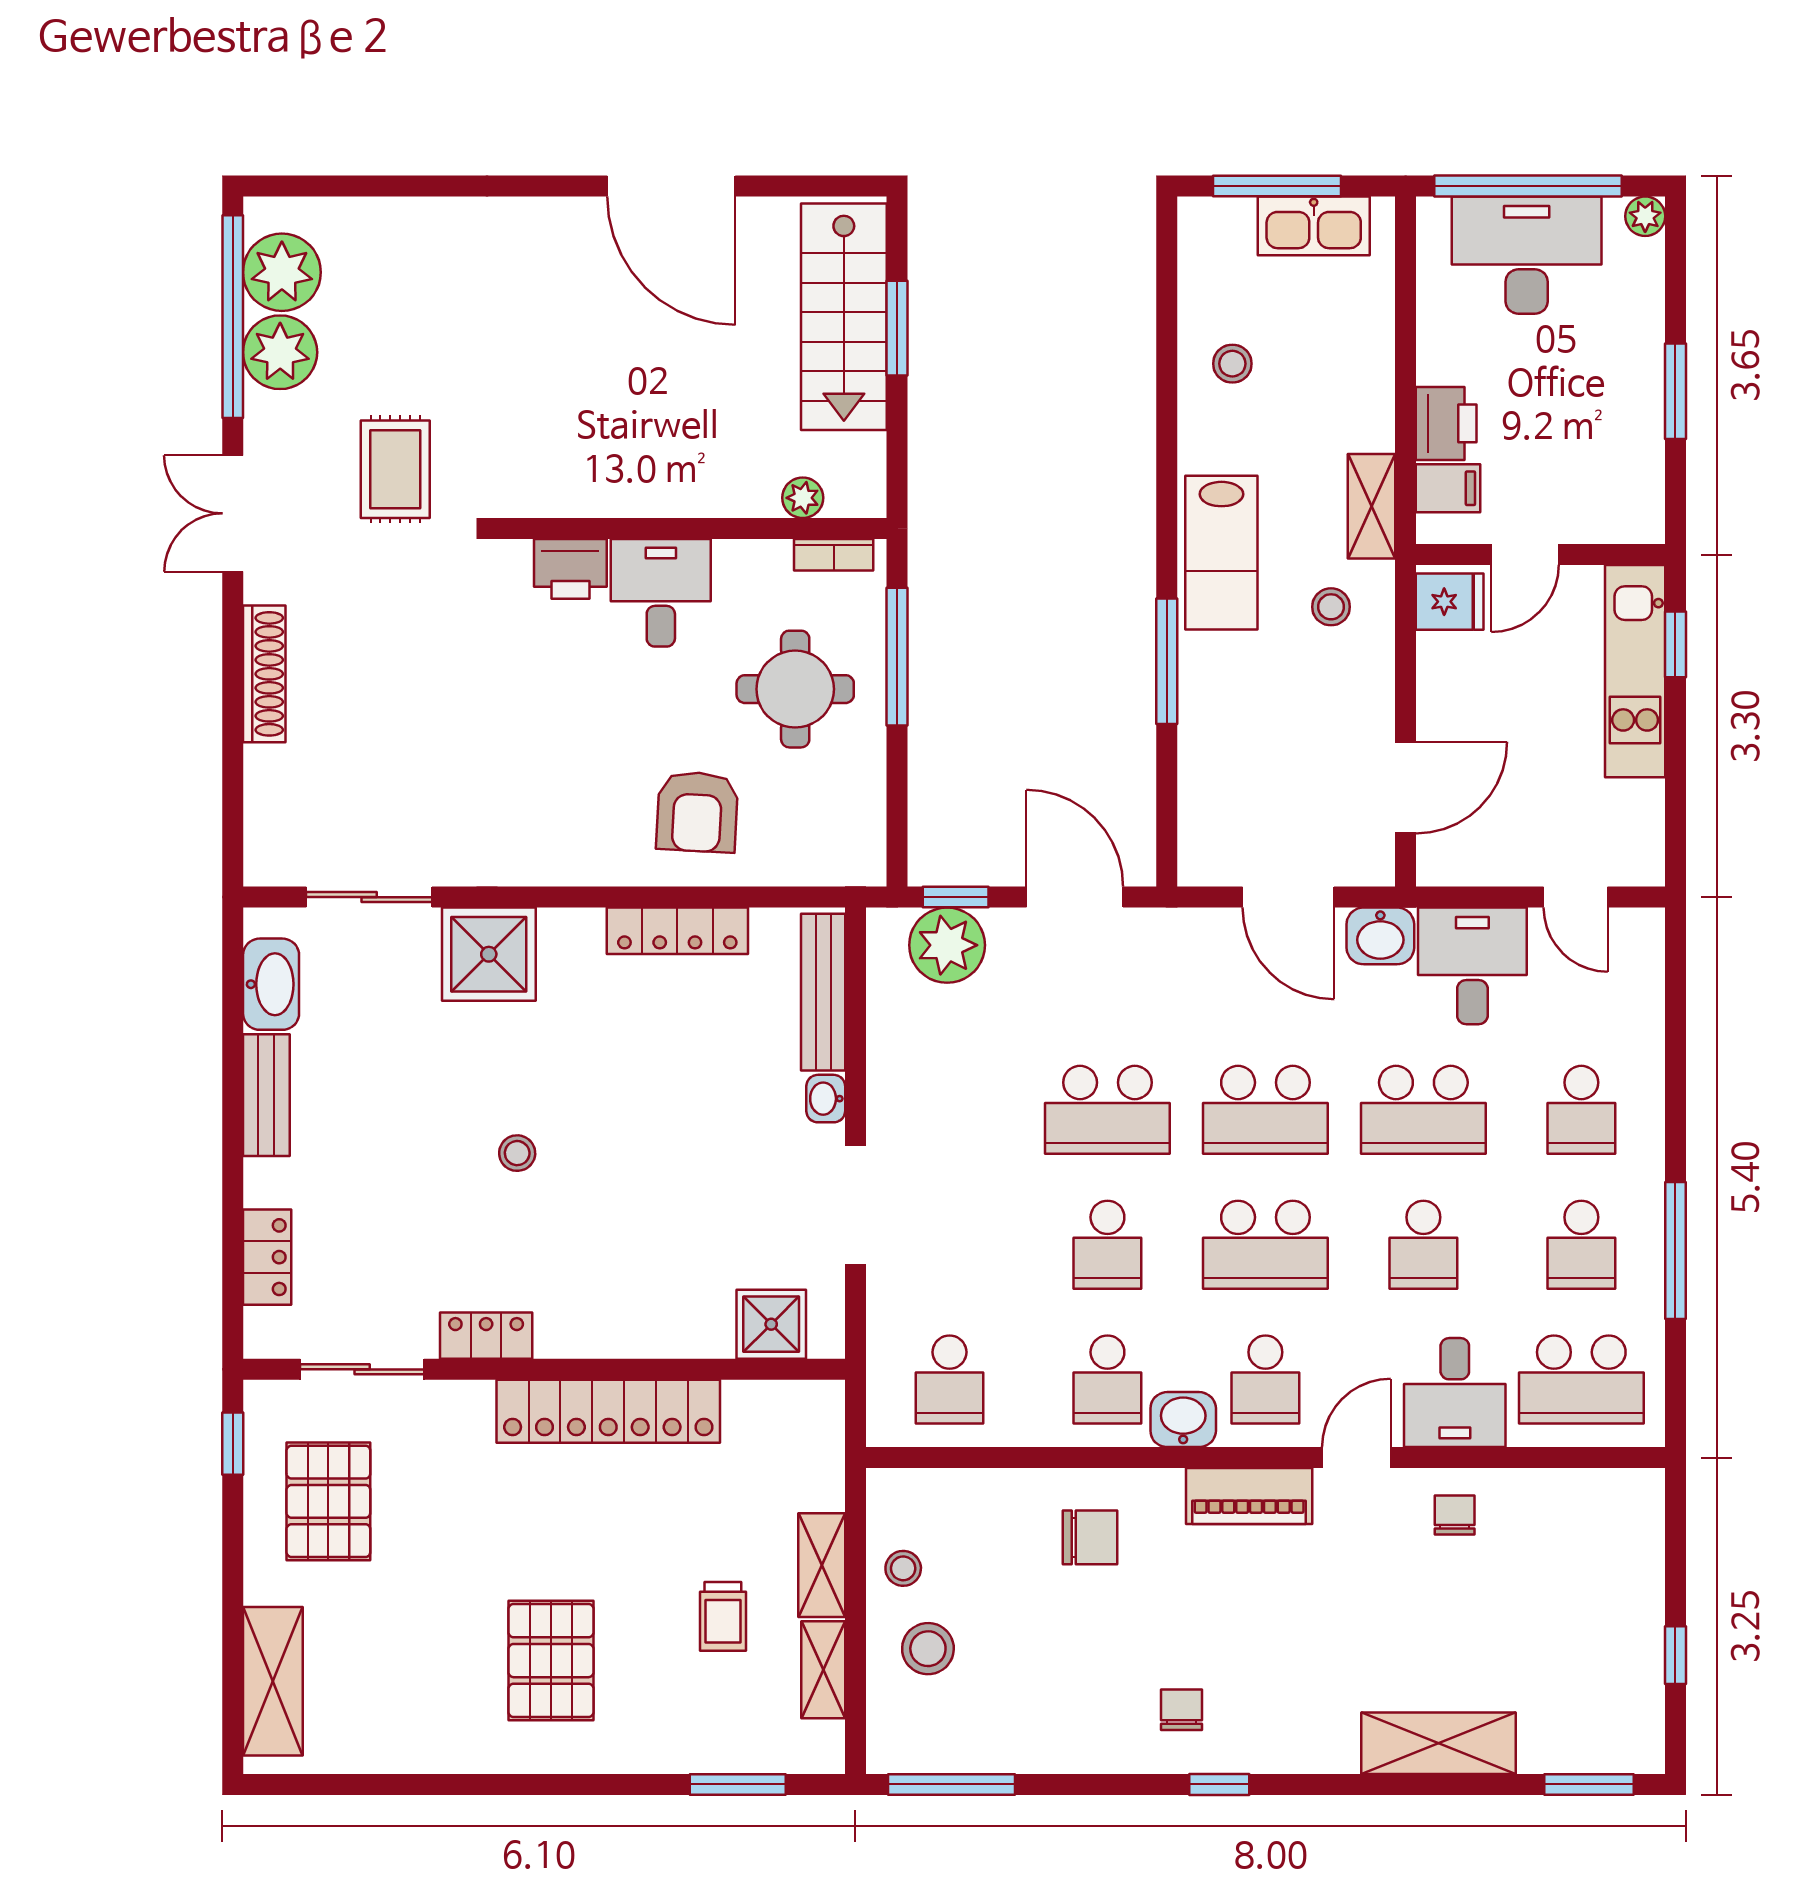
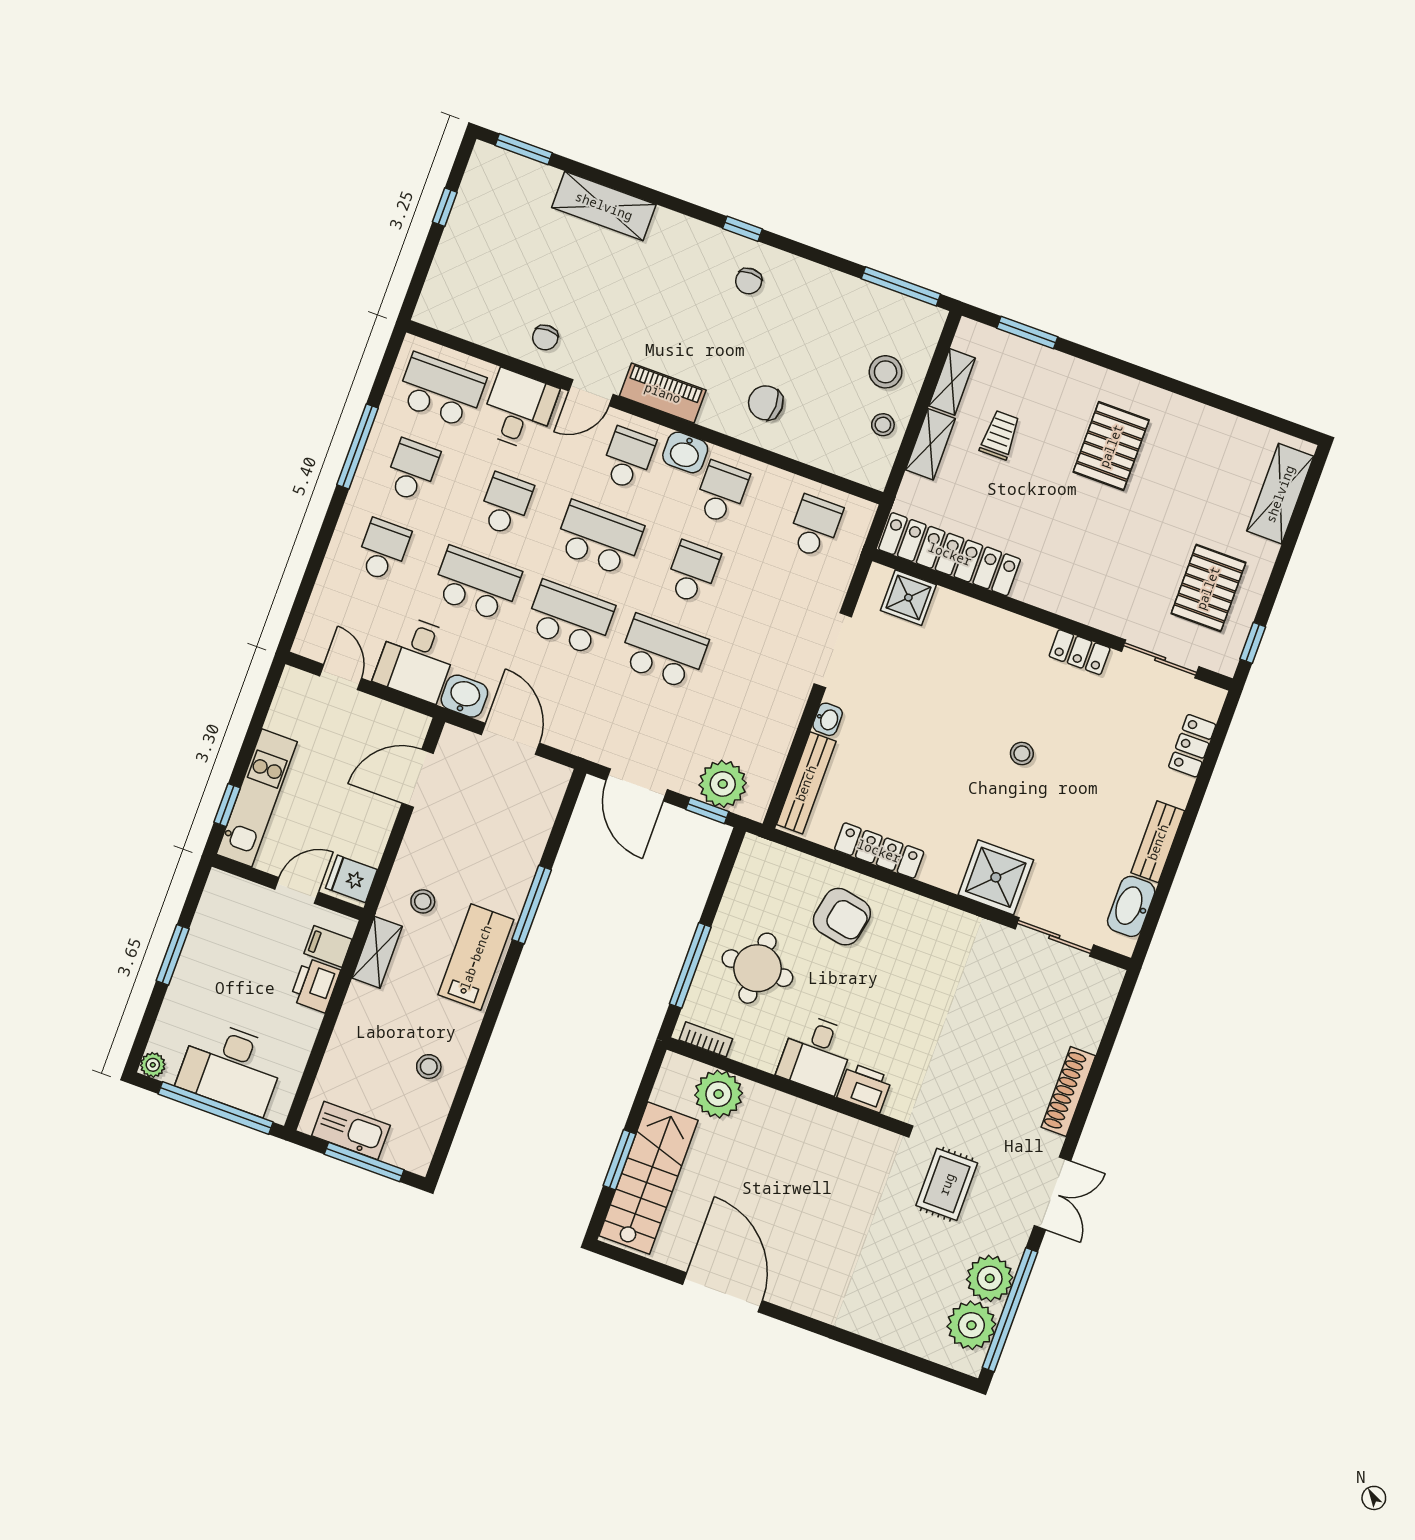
plant: (803, 498) -> (719, 1094), width x1.88, depth x1.88
armchair: (697, 812) -> (842, 917), turned 98
locker: (608, 1411) -> (950, 554), moved

